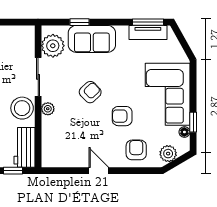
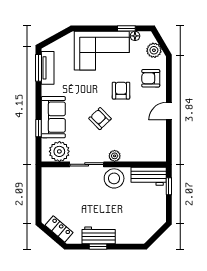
armchair: (122, 116) -> (121, 91), turned 180

